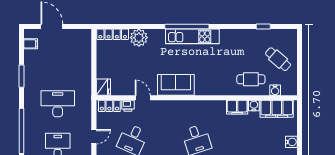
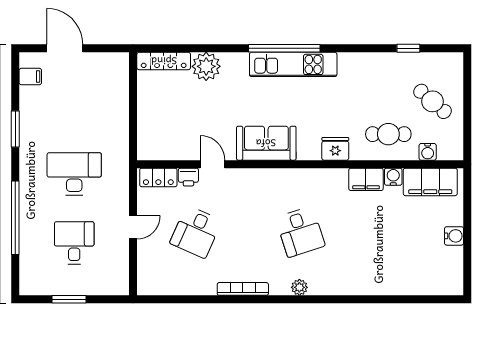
fridge: (103, 87) -> (335, 149), moved, turned -90

